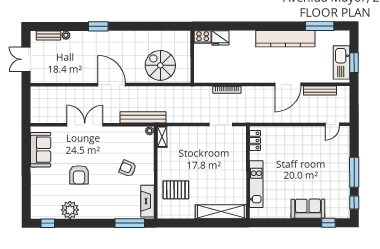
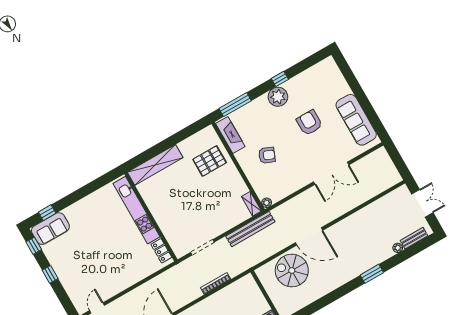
spiral stairs: (160, 65) -> (292, 271), turned 180
door: (112, 85) -> (309, 236), moved
bench: (143, 117) -> (250, 229), moved
sofa: (41, 150) -> (356, 120), width x1.36
window: (354, 172) -> (50, 274), width x0.46
kitchen unit: (256, 184) -> (136, 210), width x1.36
sofa: (308, 209) -> (50, 229), moved
plant: (70, 210) -> (278, 97), moved
window: (48, 223) -> (280, 79), moved

